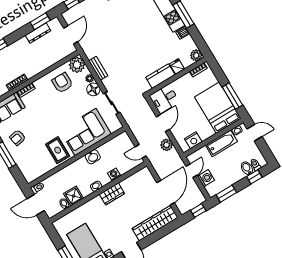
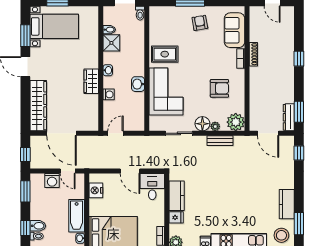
dresser: (38, 33) -> (289, 117), moved
armchair: (62, 83) -> (219, 88), moved
plant: (166, 145) -> (107, 162), removed

